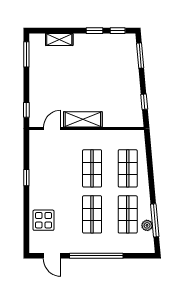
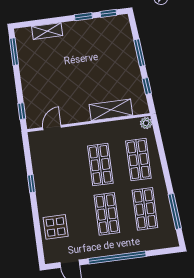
window: (140, 56) -> (139, 53), moved
shelving: (83, 119) -> (111, 110), moved
plant: (147, 225) -> (146, 123), moved

